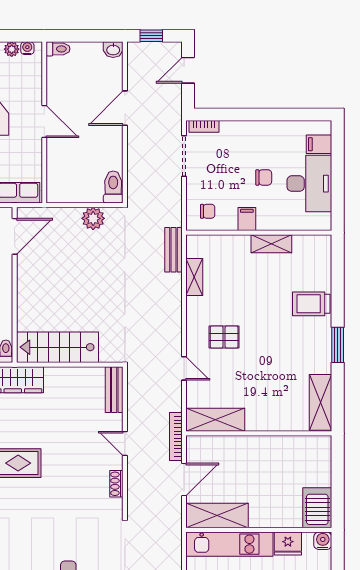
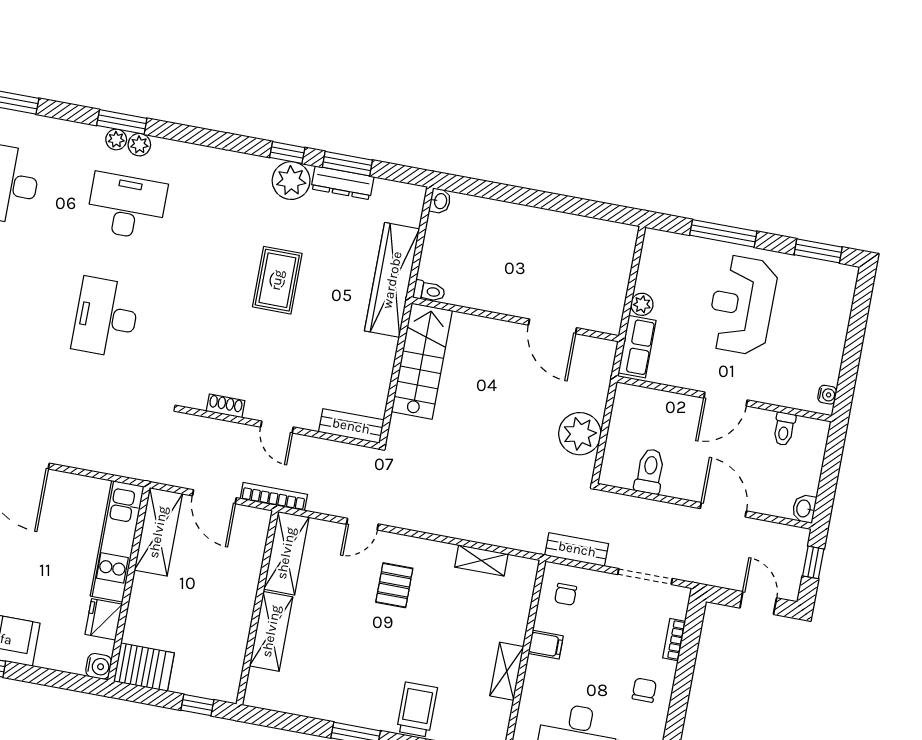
plant: (12, 49) -> (830, 374), removed
toilet: (58, 49) -> (784, 429), moved
bookcase: (204, 126) -> (674, 640), moved
chair: (264, 177) -> (644, 690), moved, turned 180
toilet: (113, 187) -> (650, 471), moved, turned -90
plant: (93, 218) -> (580, 434), width x1.36, depth x1.36
door: (15, 236) -> (553, 326), moved
bench: (174, 250) -> (577, 549), moved
shelving: (321, 402) -> (271, 631), moved, turned 90
door: (125, 443) -> (277, 427), swing flipped
window: (338, 464) -> (197, 705), added

